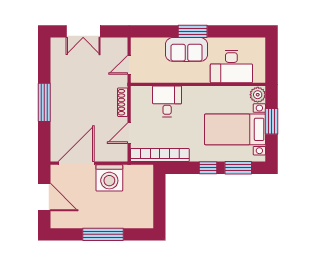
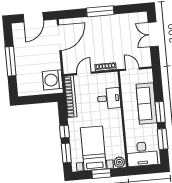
window: (231, 31) -> (163, 139), added
sofa: (187, 49) -> (146, 103), width x1.36
desk: (231, 66) -> (142, 154), moved, turned -90
door: (129, 133) -> (84, 73), hinge flipped
door: (76, 163) -> (59, 38), hinge flipped
washing machine: (109, 178) -> (53, 80), moved

